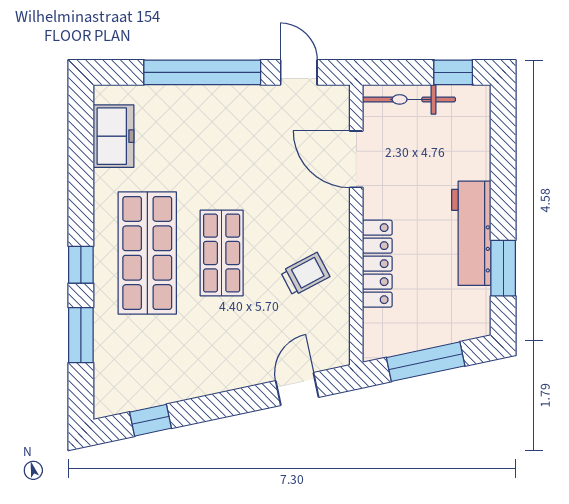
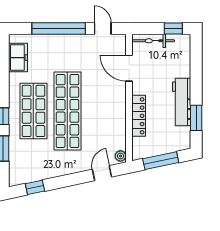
shop shelf: (222, 253) -> (67, 111), width x2.00, depth x1.36
trolley: (305, 274) -> (106, 121), removed
plant: (338, 352) -> (120, 156), added

